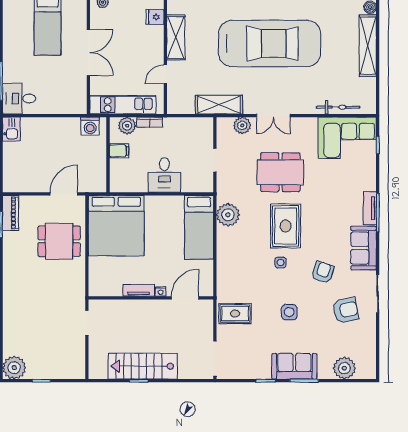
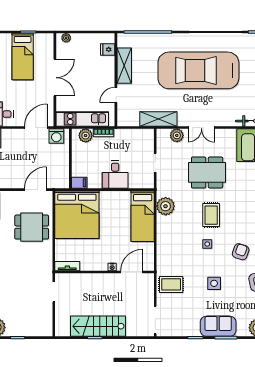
car: (269, 43) -> (198, 70), turned 180
door: (64, 116) -> (36, 128), added
filing cabinet: (119, 151) -> (79, 183), moved
rug: (286, 226) -> (211, 215), width x0.73, depth x0.70
tv unit: (139, 290) -> (67, 266), moved

